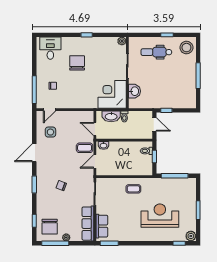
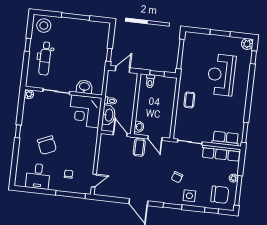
desk: (50, 48) -> (38, 176), moved, turned -90
chair: (77, 63) -> (47, 145), turned -113
door: (49, 110) -> (94, 181), hinge flipped
door: (95, 129) -> (120, 134), swing flipped
side table: (50, 132) -> (189, 196), moved

